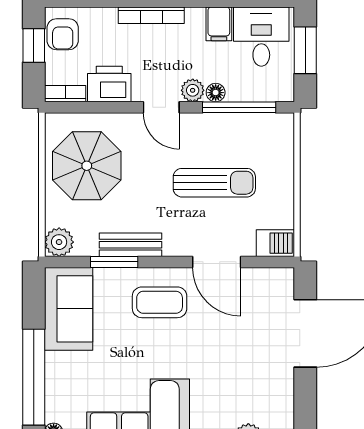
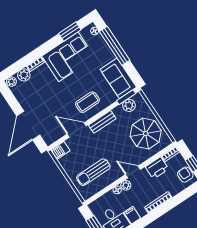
window: (239, 107) -> (105, 190), removed
sun lounger: (214, 183) -> (93, 172), moved
plant: (59, 242) -> (129, 105), moved
bench: (130, 245) -> (102, 122), moved
window: (114, 262) -> (126, 97), moved

